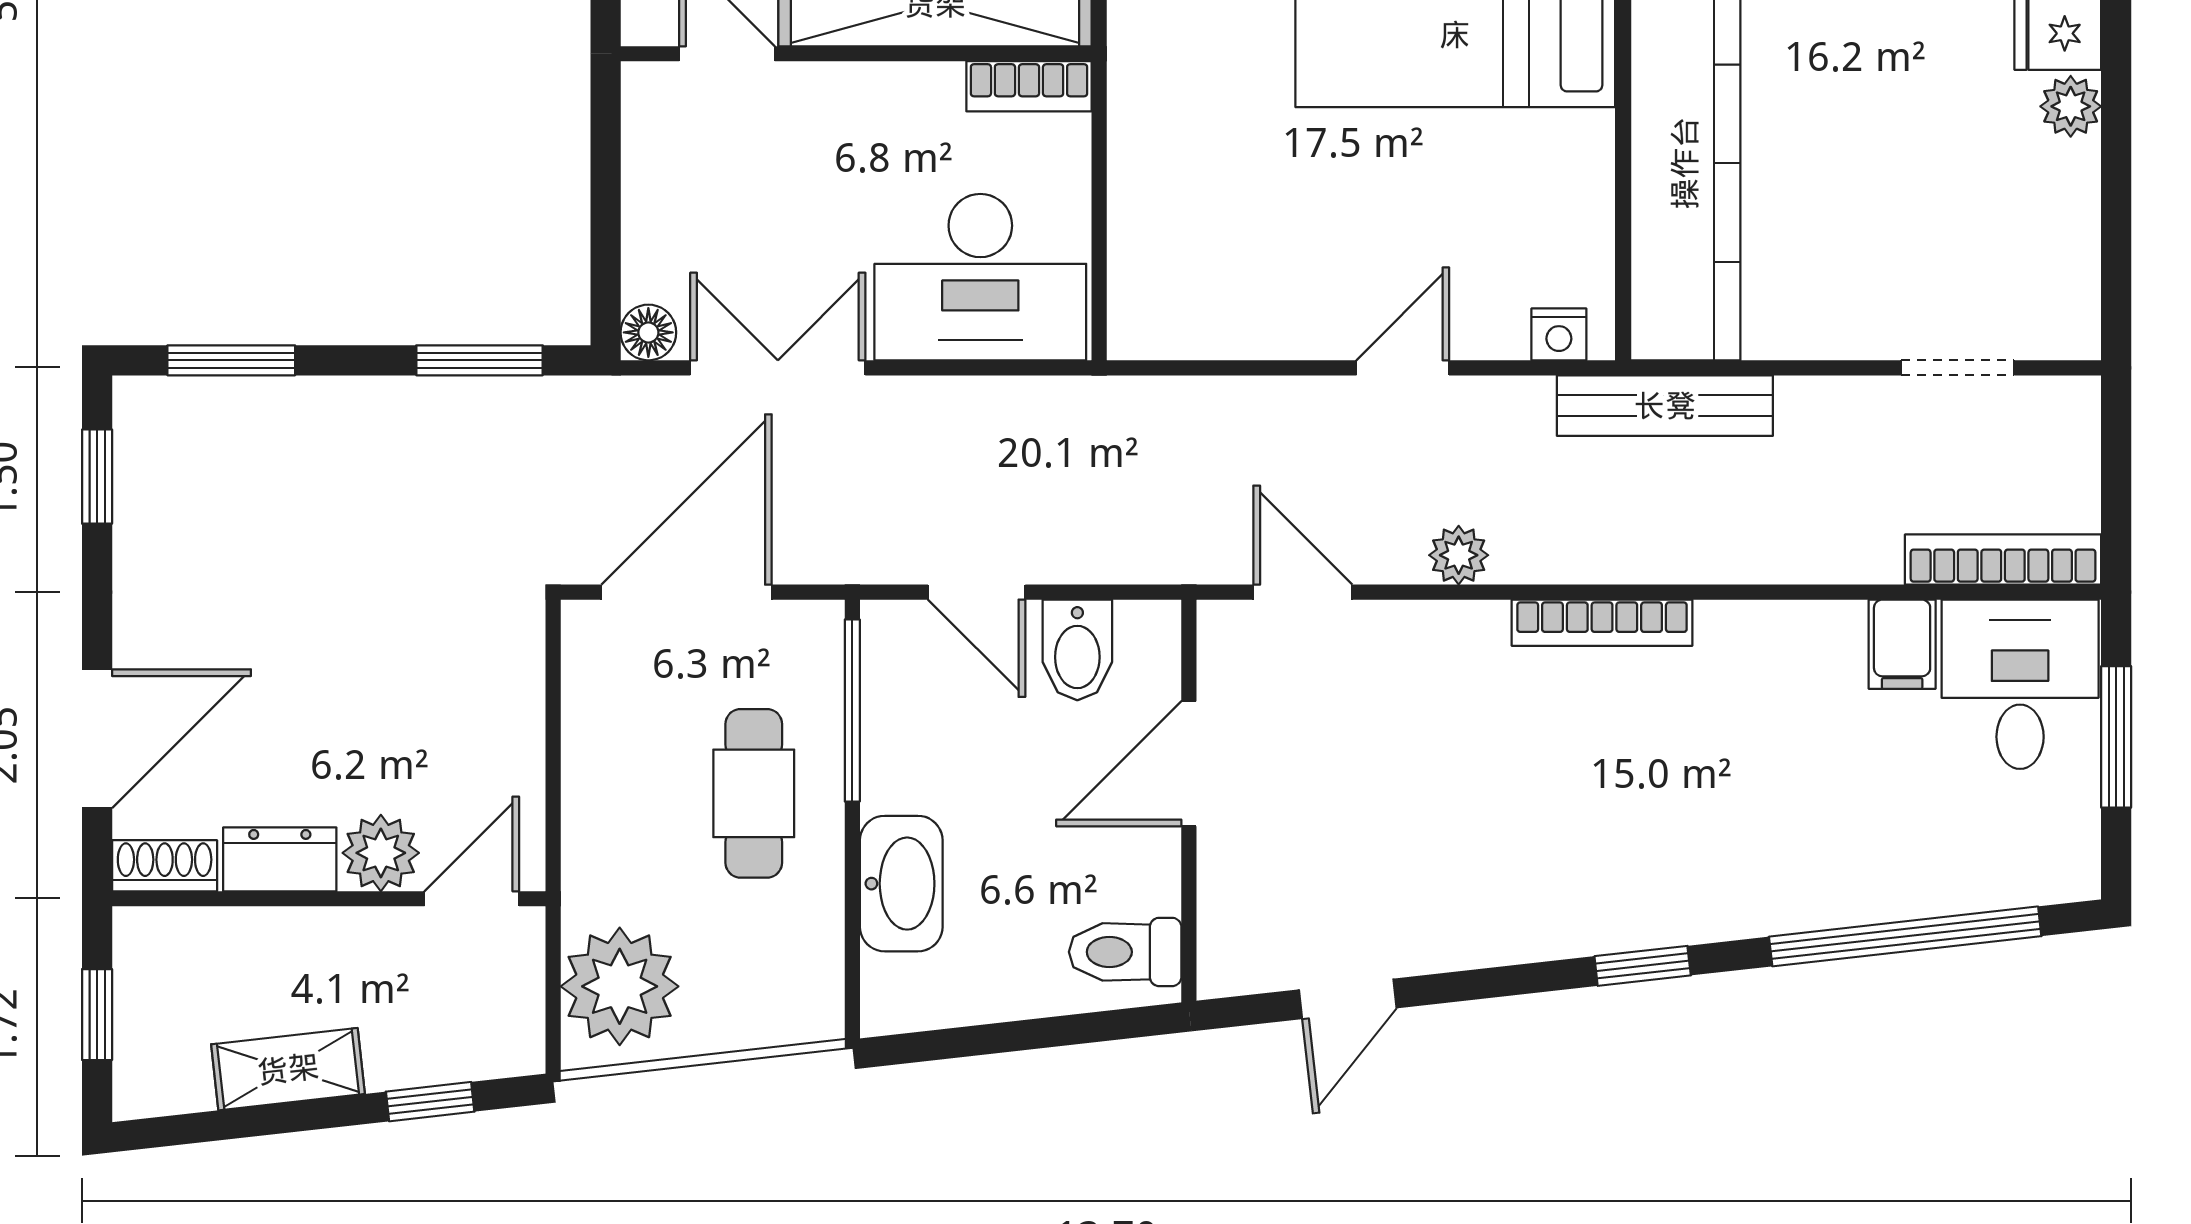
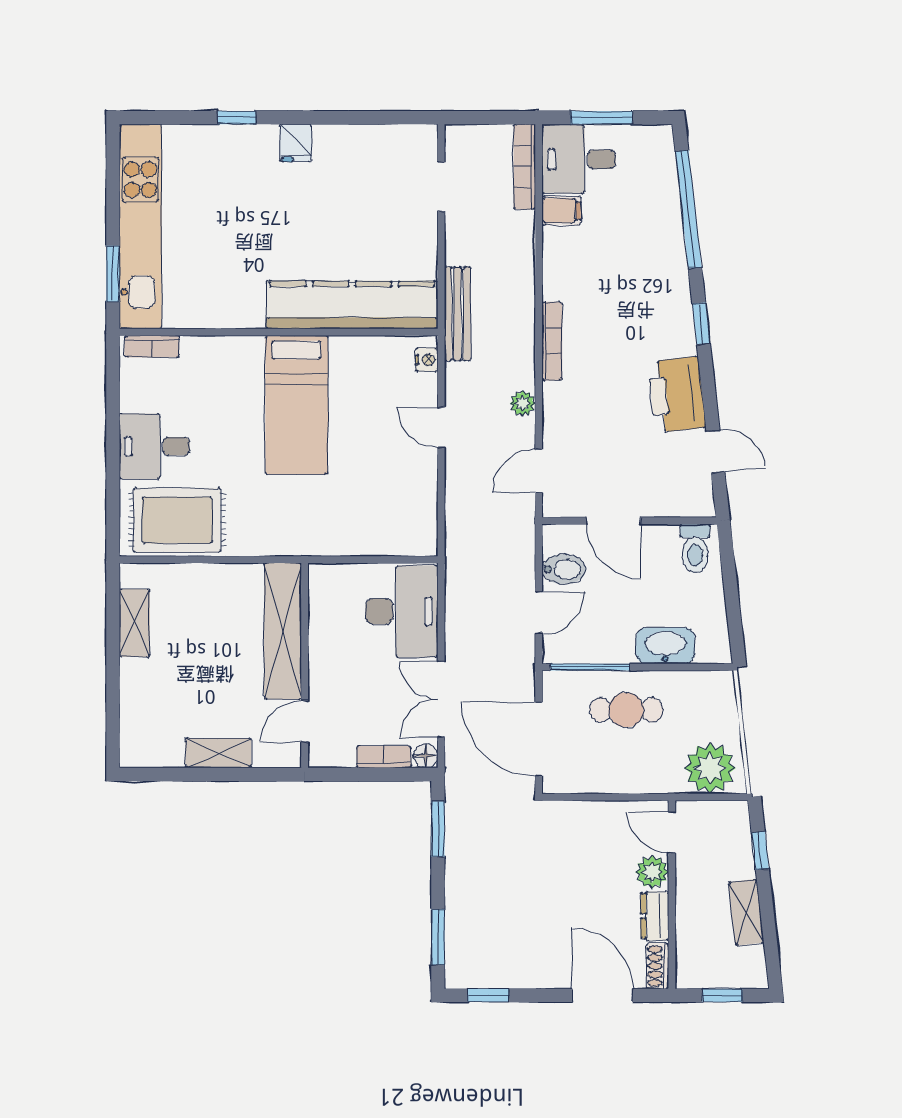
bookcase: (1029, 86) -> (384, 757), moved, turned -90
plant: (2071, 106) -> (327, 137), removed
printer: (1479, 910) -> (677, 395), added

